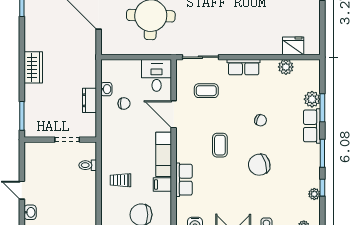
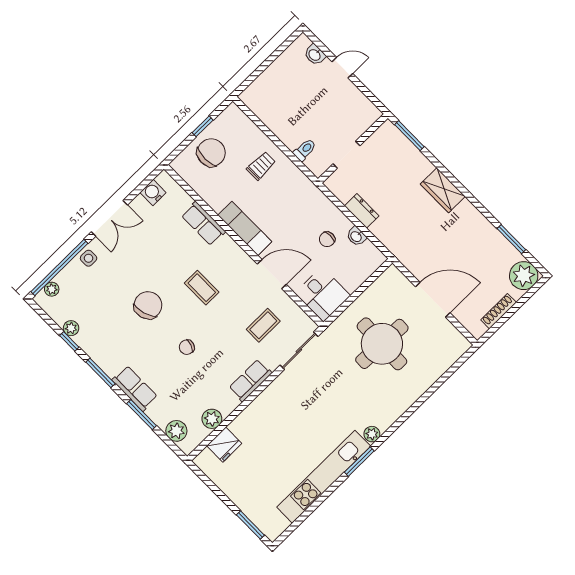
plant: (312, 99) -> (176, 431), moved
filing cabinet: (162, 185) -> (219, 200), removed

